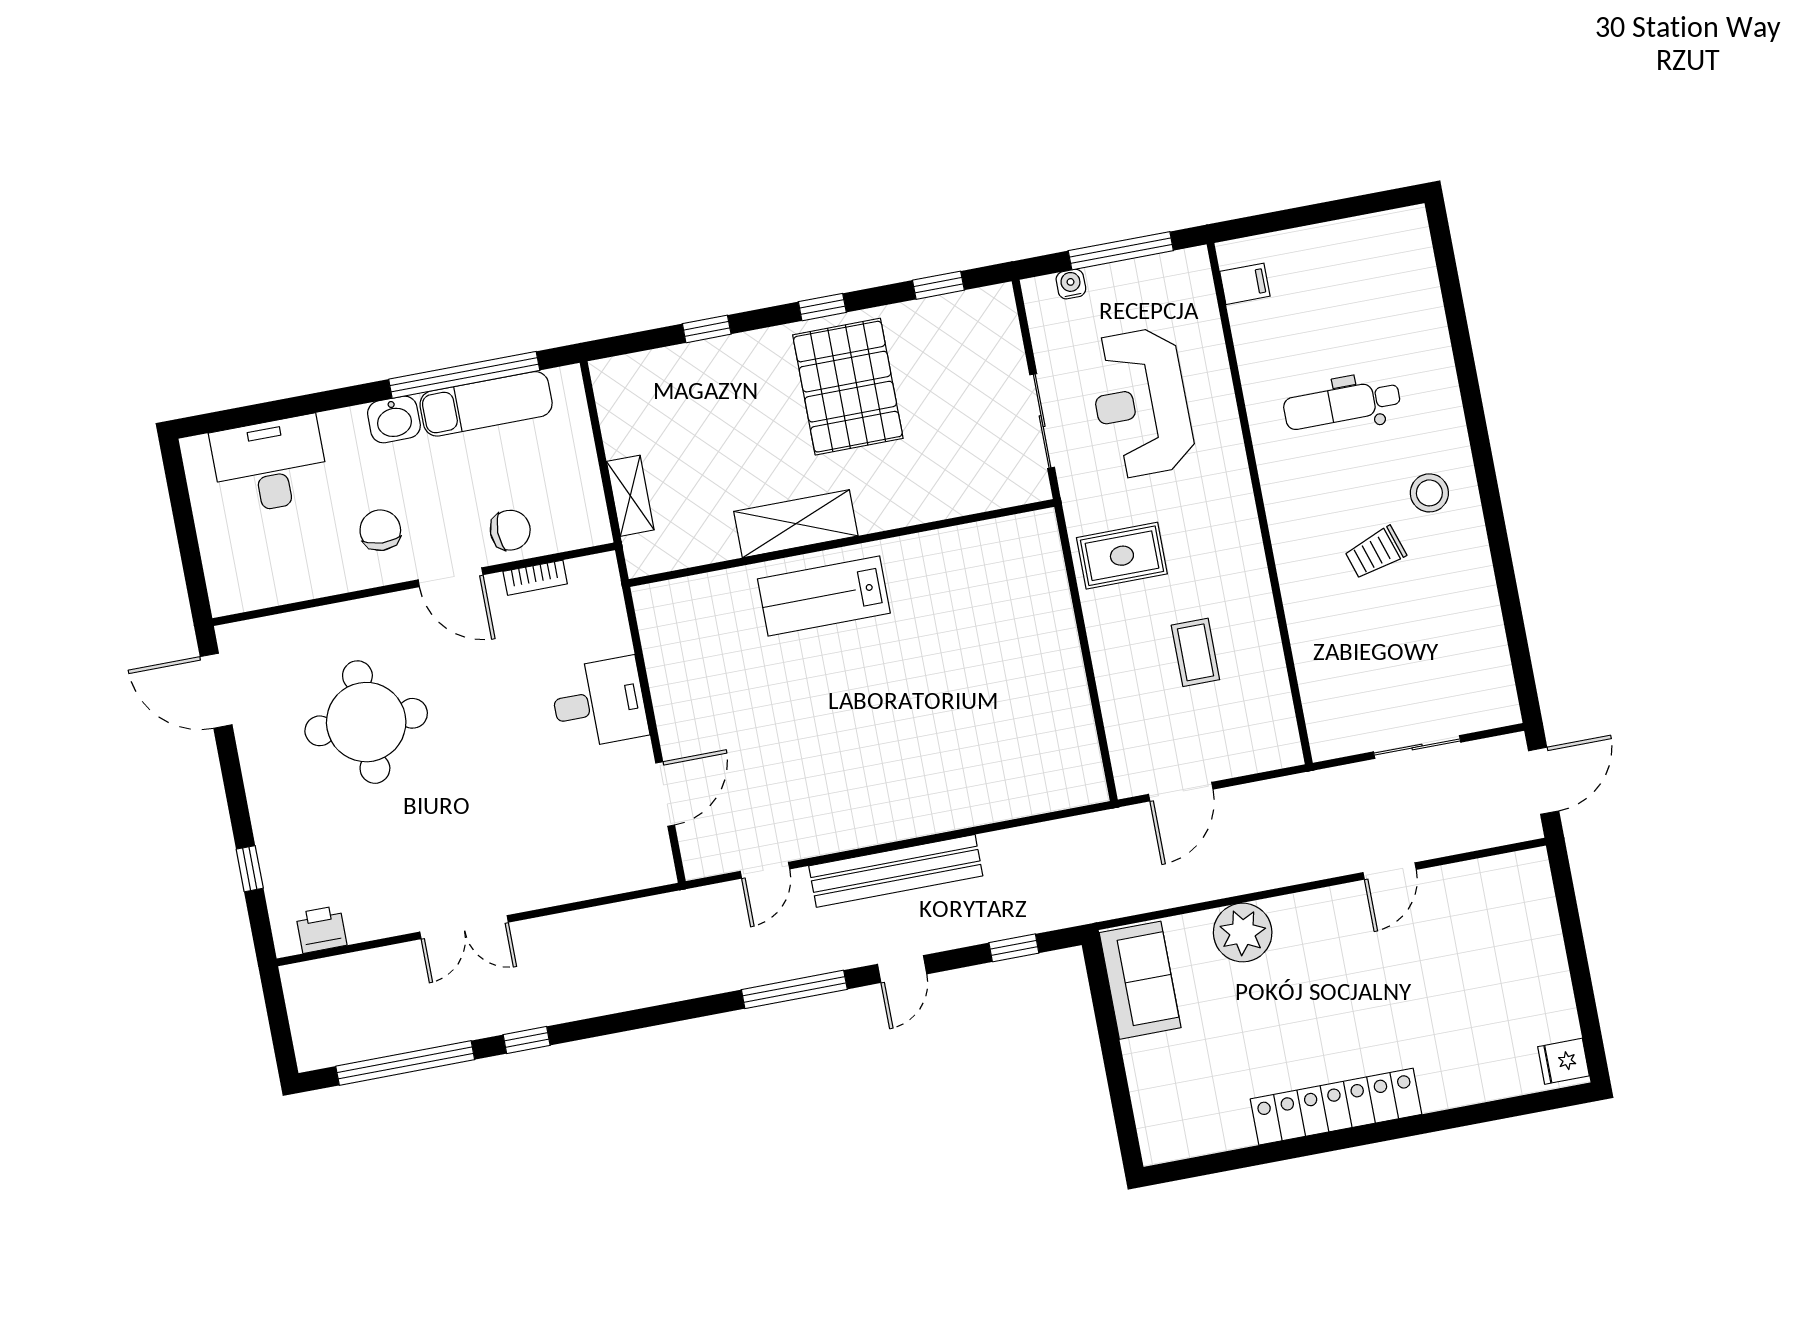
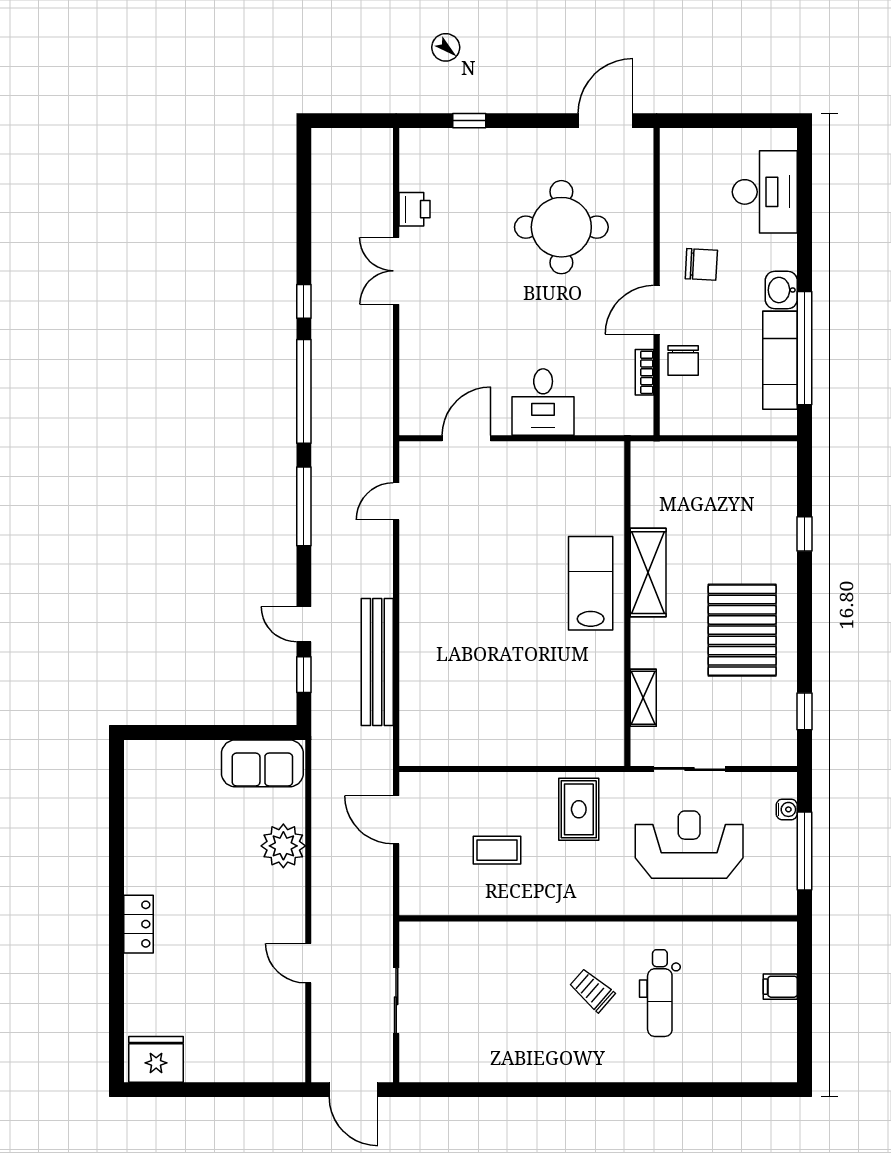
filing cabinet: (1245, 284) -> (780, 987), moved, turned 90
window: (822, 307) -> (804, 622), removed
pallet: (848, 387) -> (742, 630), turned 90
dental chair: (1342, 405) -> (660, 993), turned 180
stool: (1429, 493) -> (582, 1045), removed
shelving: (630, 496) -> (643, 698), moved, turned 90
trolley: (1375, 553) -> (592, 990), moved, turned -31
door: (665, 794) -> (466, 438), swing flipped
door: (765, 870) -> (396, 501), hinge flipped
bench: (896, 871) -> (377, 662), moved
printer: (321, 929) -> (414, 209), moved
door: (902, 969) -> (304, 624), moved
fridge: (1563, 1061) -> (156, 1059), width x1.88, depth x1.34
window: (405, 1063) -> (304, 391), moved
locker: (1336, 1107) -> (138, 924), width x0.46, depth x0.83

